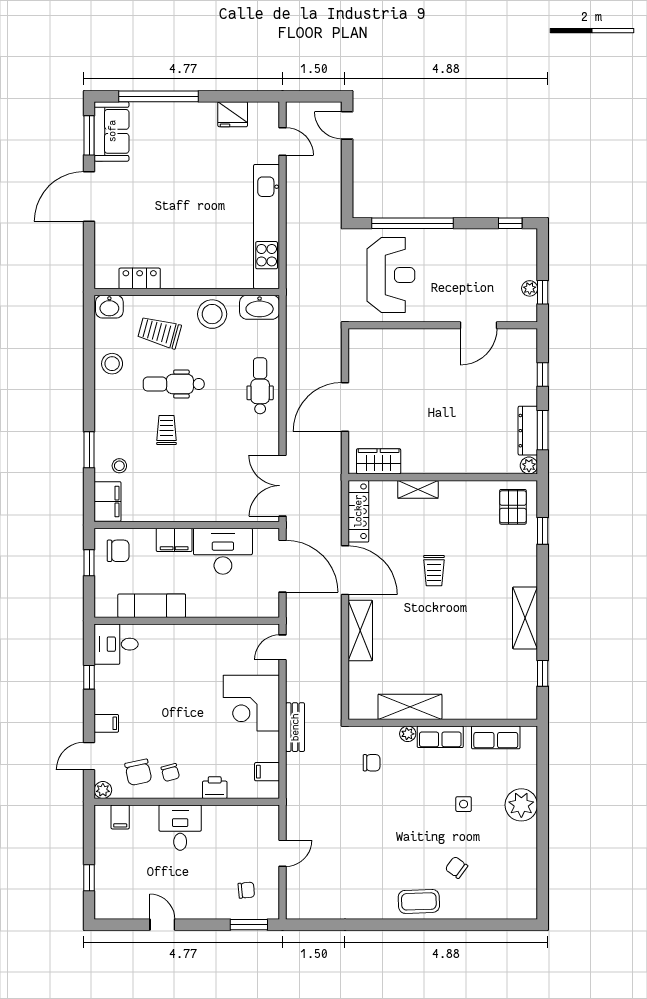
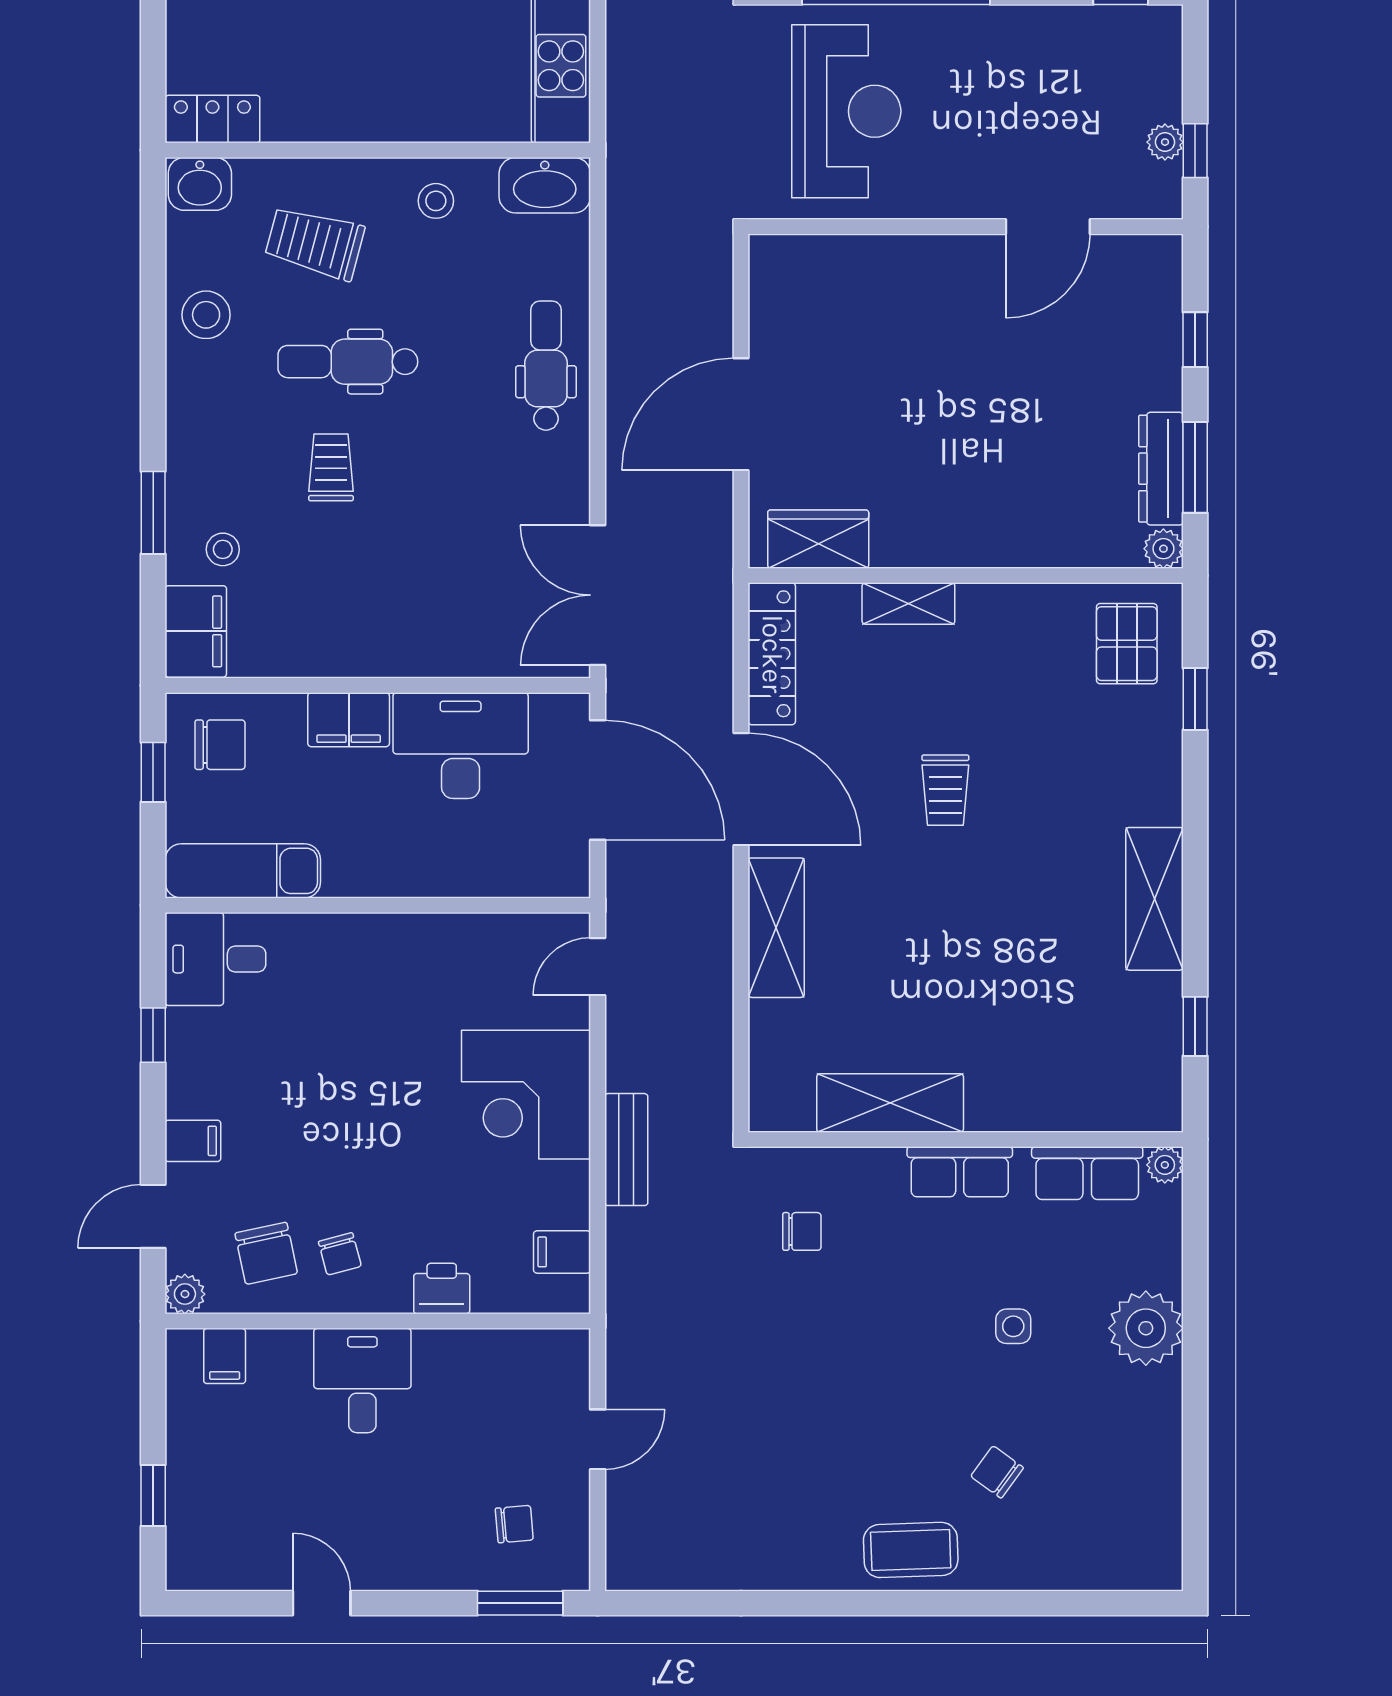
locker: (140, 278) -> (212, 119), moved
stool: (212, 314) -> (436, 201), width x0.53, depth x0.53
exam couch: (152, 606) -> (243, 871), moved
plant: (408, 734) -> (1165, 1165), moved

